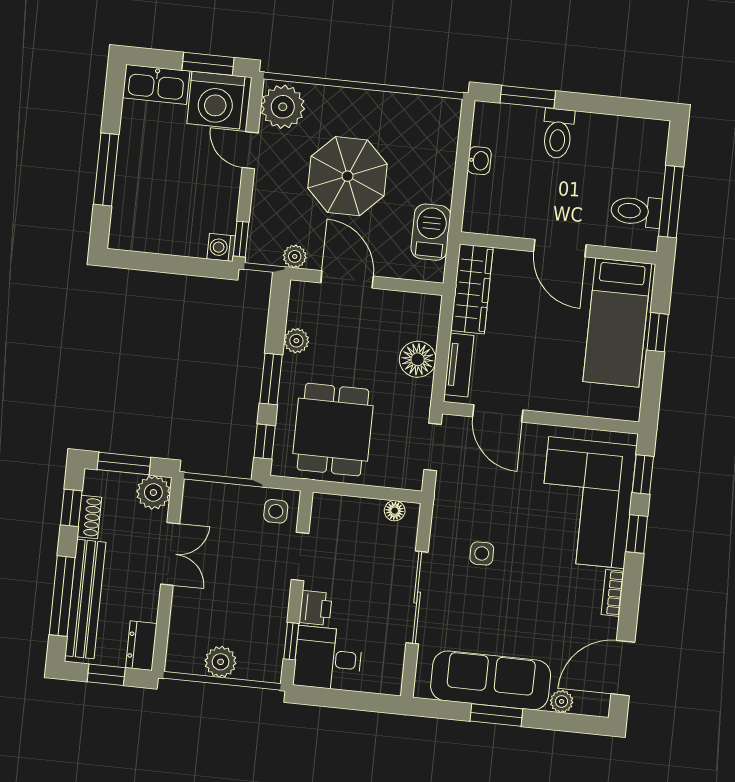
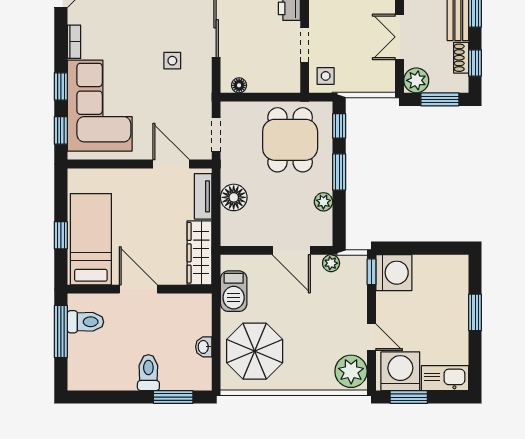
window: (106, 169) -> (475, 312), width x0.69
parasol: (348, 176) -> (255, 351), moved
washing machine: (221, 247) -> (394, 273), width x1.89, depth x1.89

